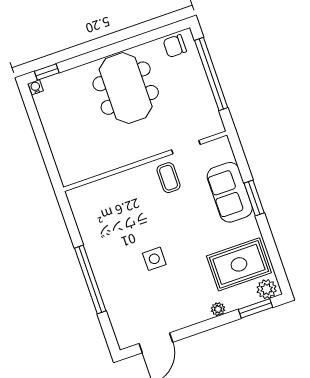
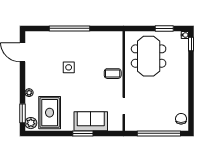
meeting table: (126, 88) -> (149, 56), moved, turned 90
window: (37, 125) -> (164, 28), added
coffee table: (169, 178) -> (113, 74), moved

